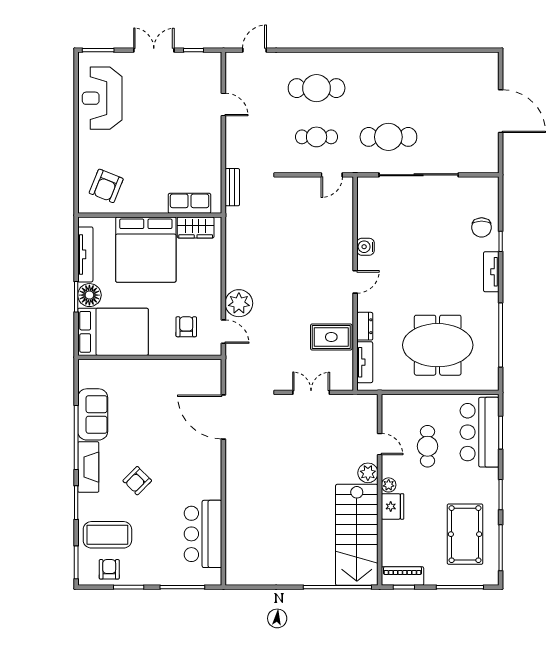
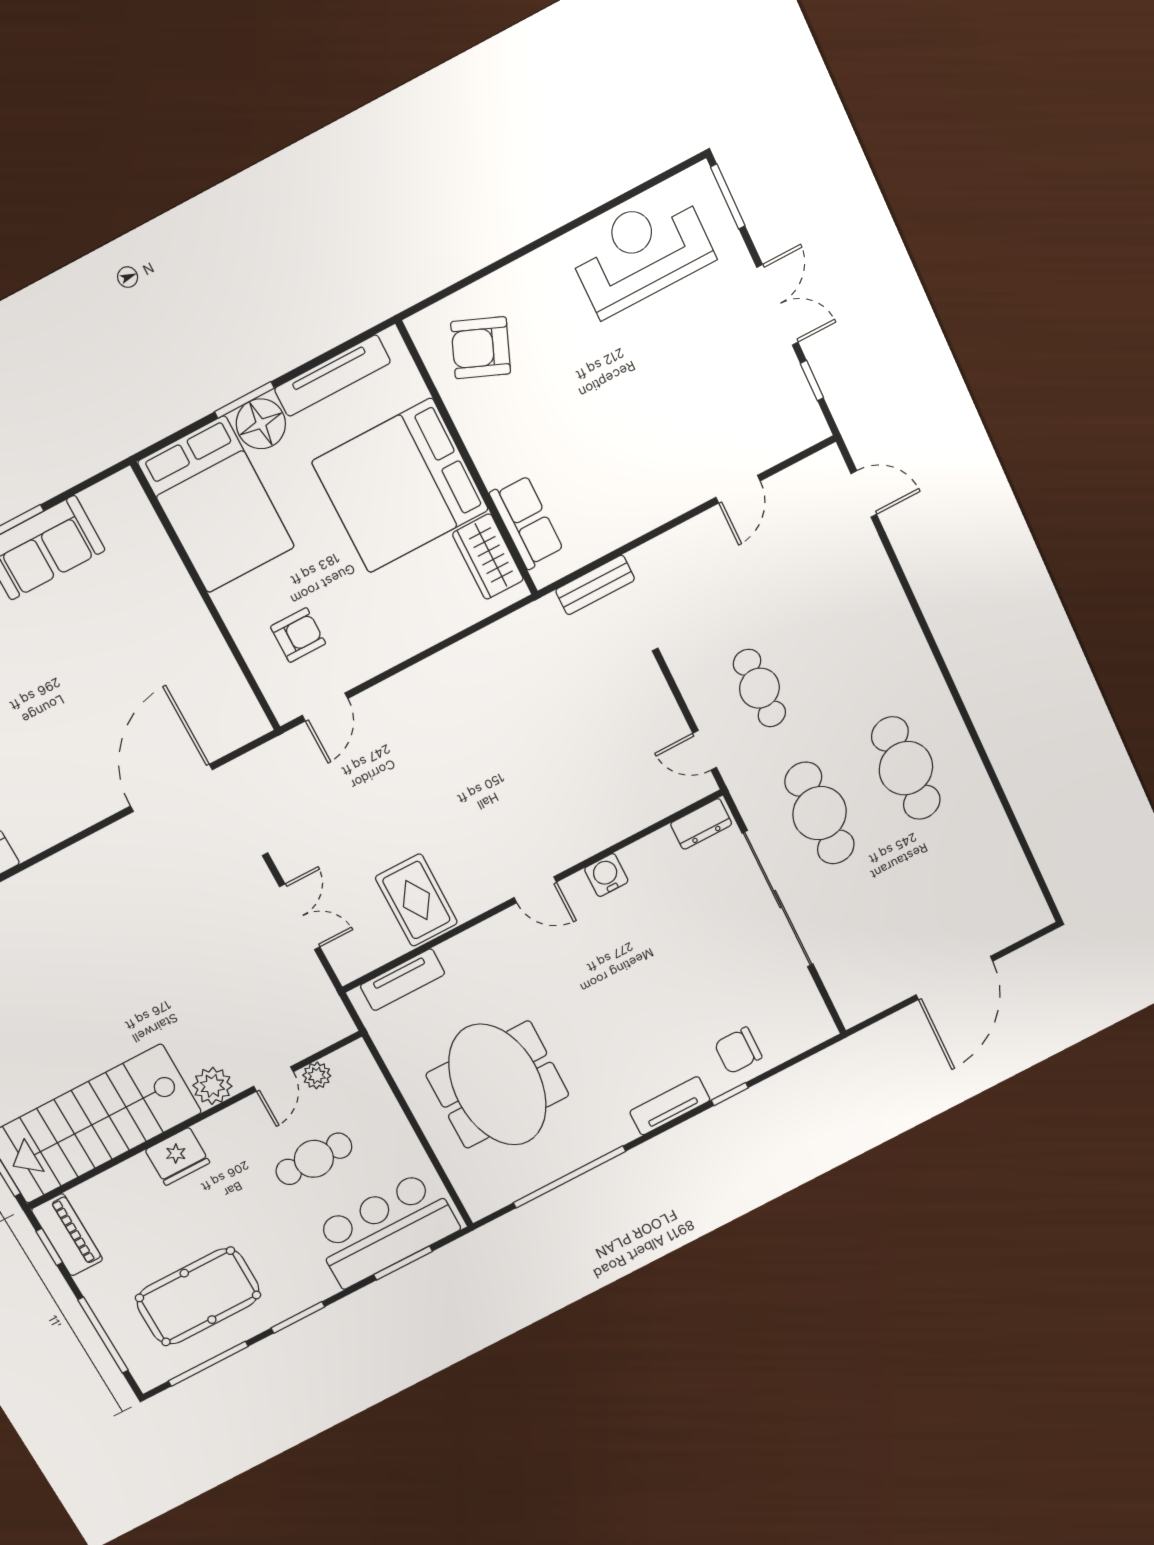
cafe table: (317, 88) -> (906, 768), moved
plant: (239, 303) -> (391, 707), removed
dresser: (365, 326) -> (701, 824), moved
plant: (389, 485) -> (317, 1075), moved

